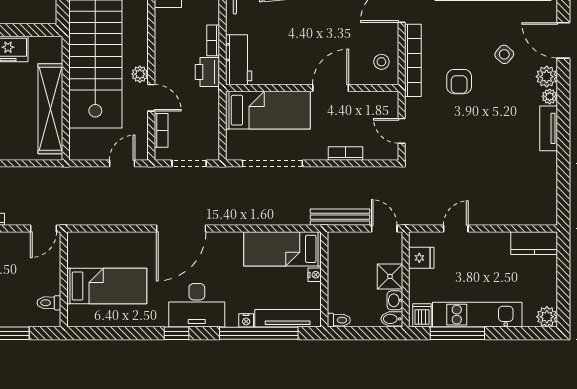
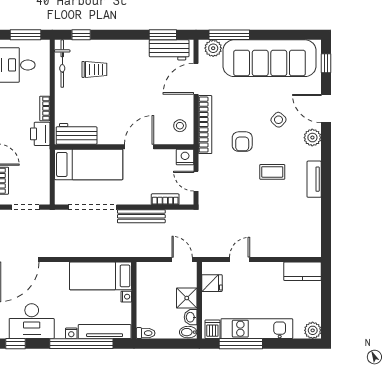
workbench: (239, 60) -> (77, 134), moved, turned -90
plant: (550, 96) -> (315, 154), removed
nightstand: (388, 101) -> (185, 157), added
coffee table: (497, 119) -> (272, 172), added
bookcase: (345, 153) -> (165, 199), moved
bench: (340, 217) -> (141, 216), moved

